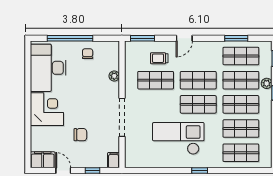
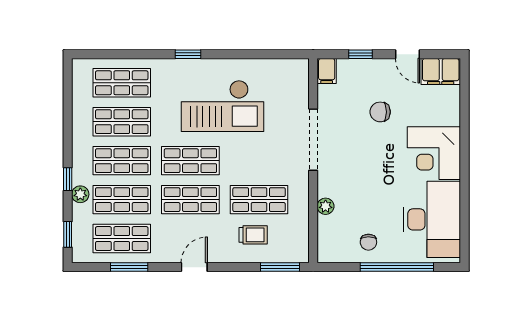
door: (184, 38) -> (194, 267), moved

